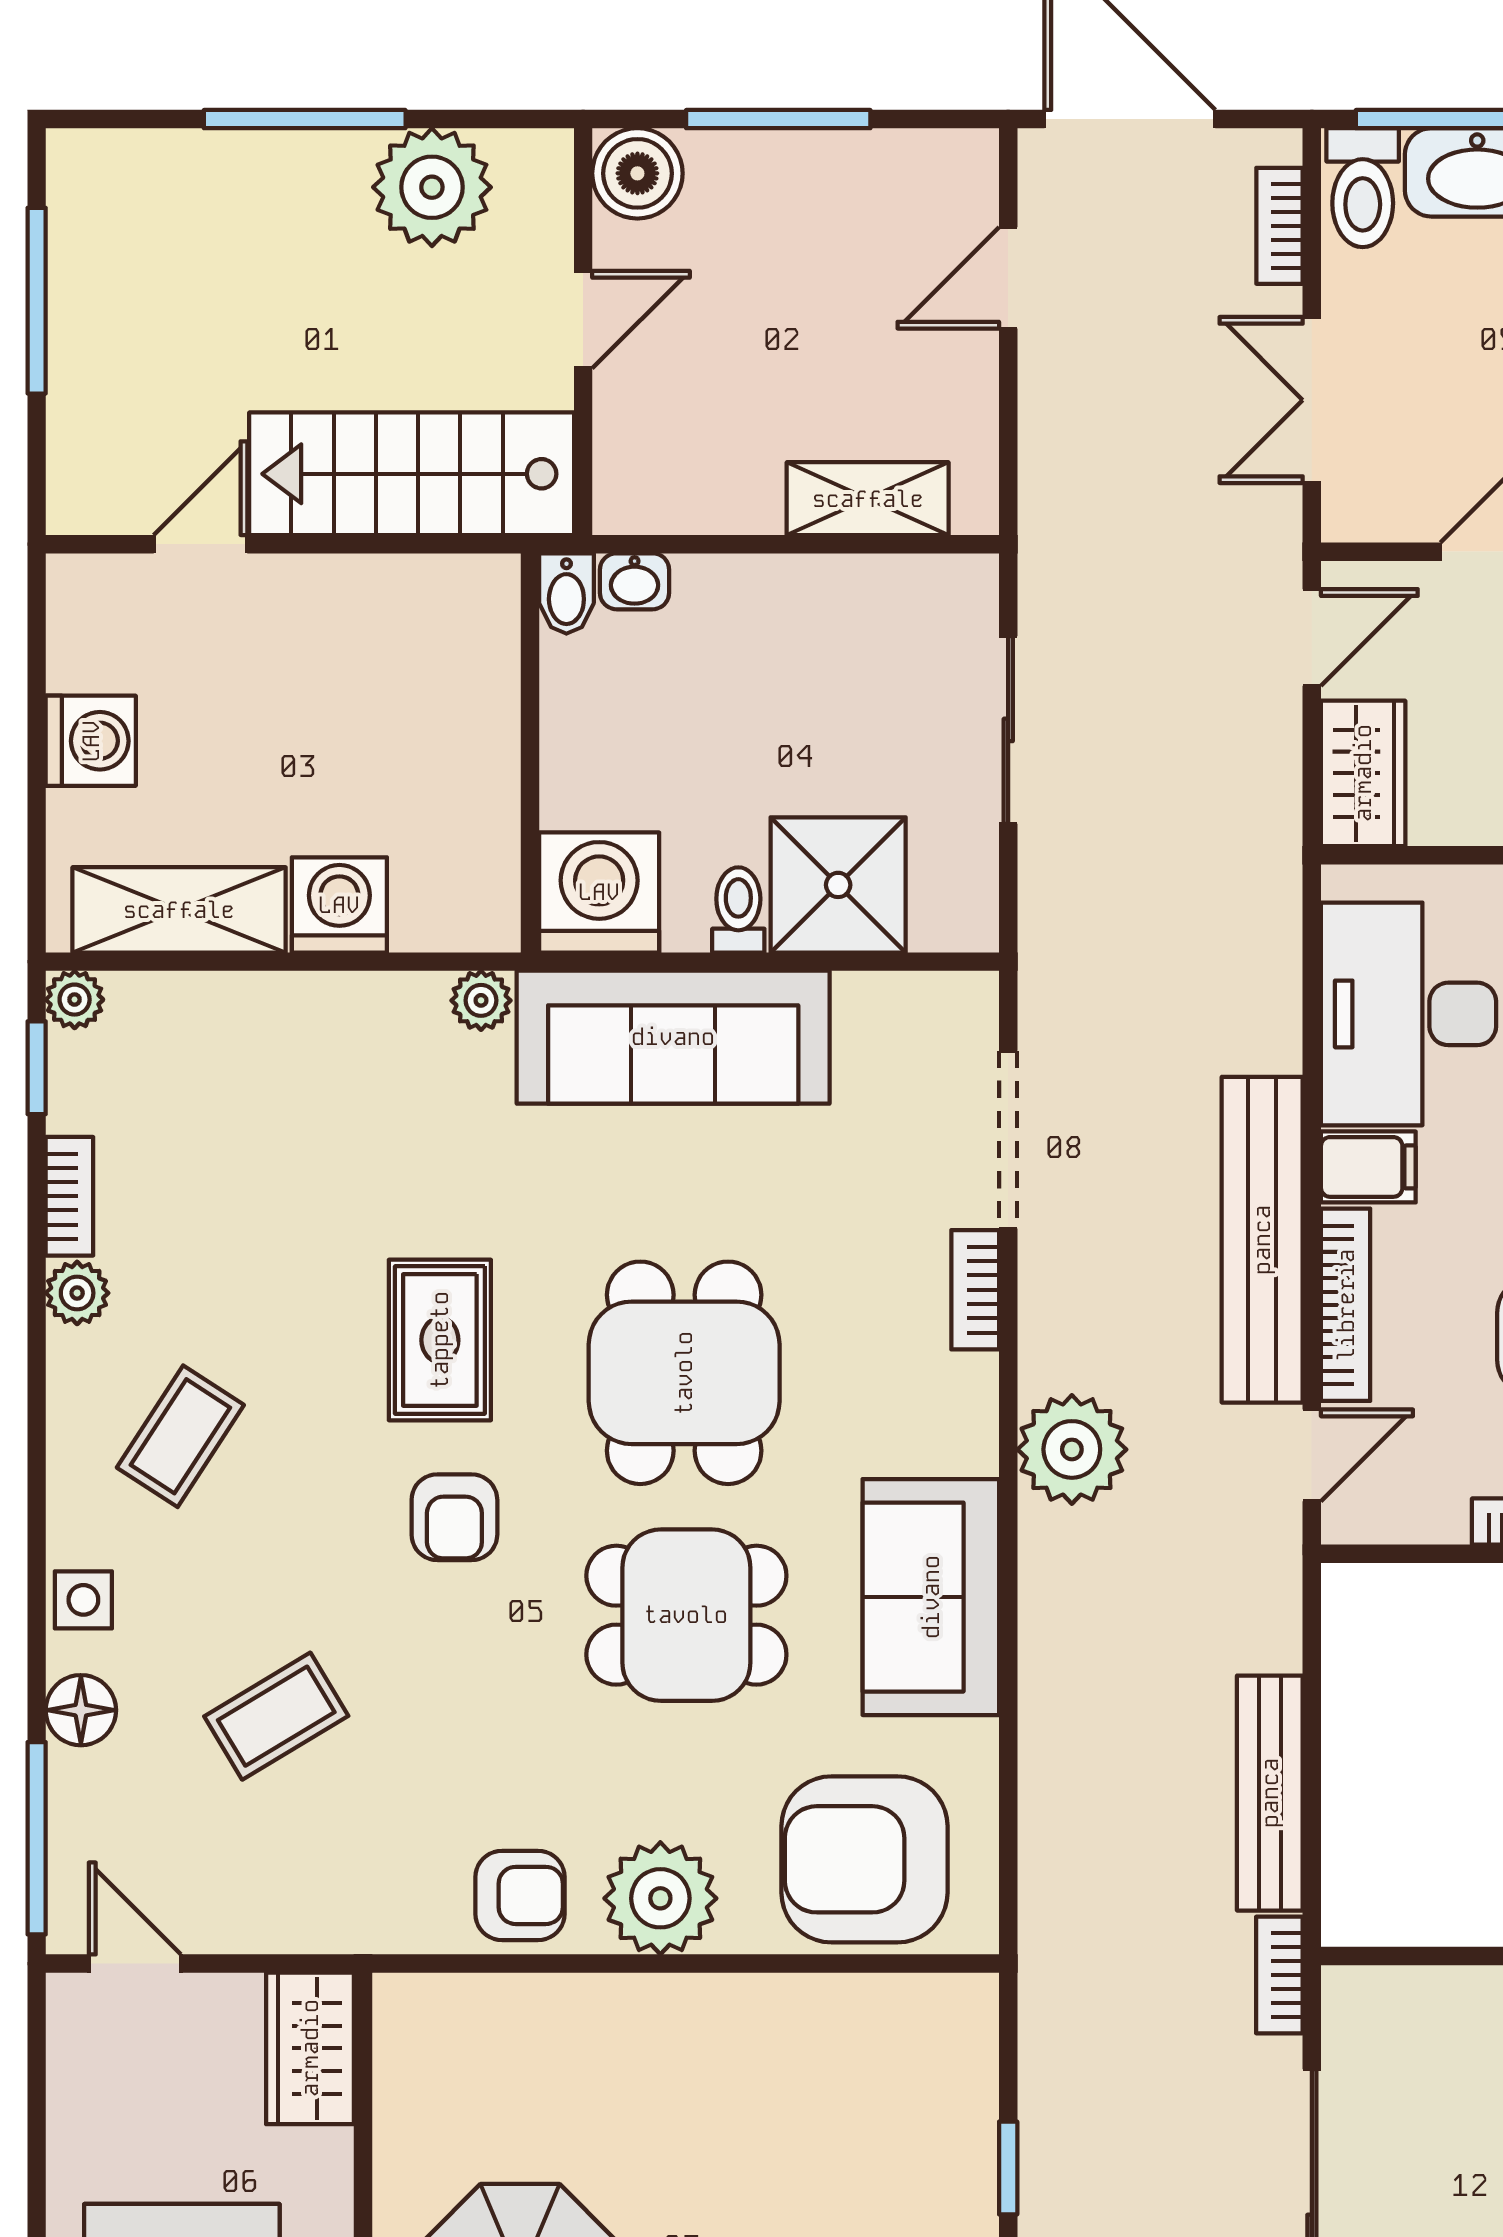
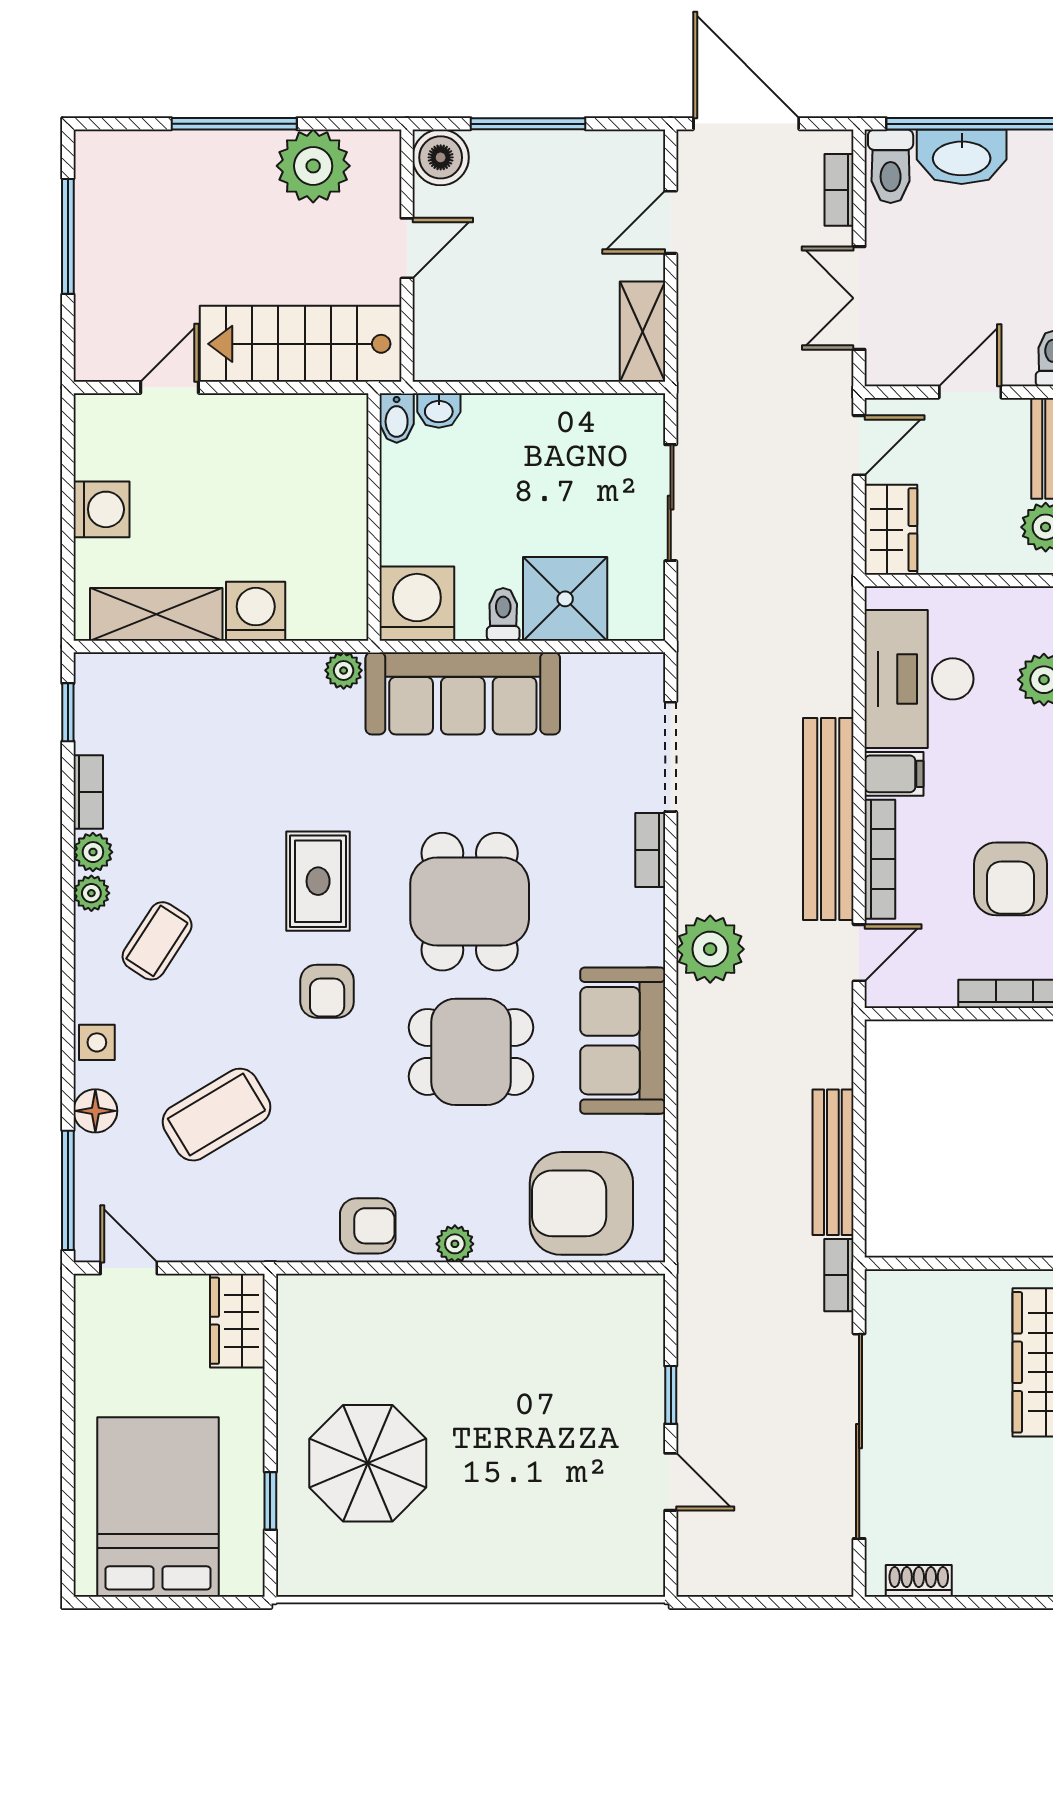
shelving: (868, 499) -> (642, 332), moved, turned 90
plant: (75, 1000) -> (91, 893), moved
coffee table: (276, 1716) -> (217, 1115), width x1.36, depth x1.30
plant: (660, 1898) -> (455, 1244), width x0.53, depth x0.53

